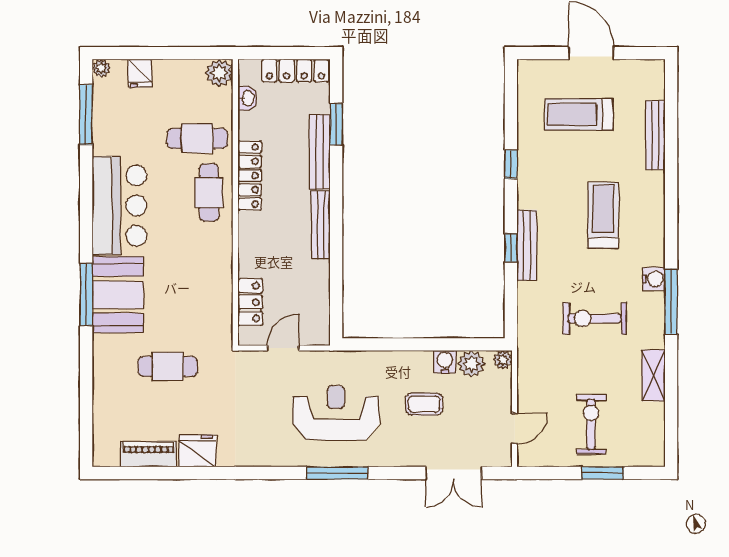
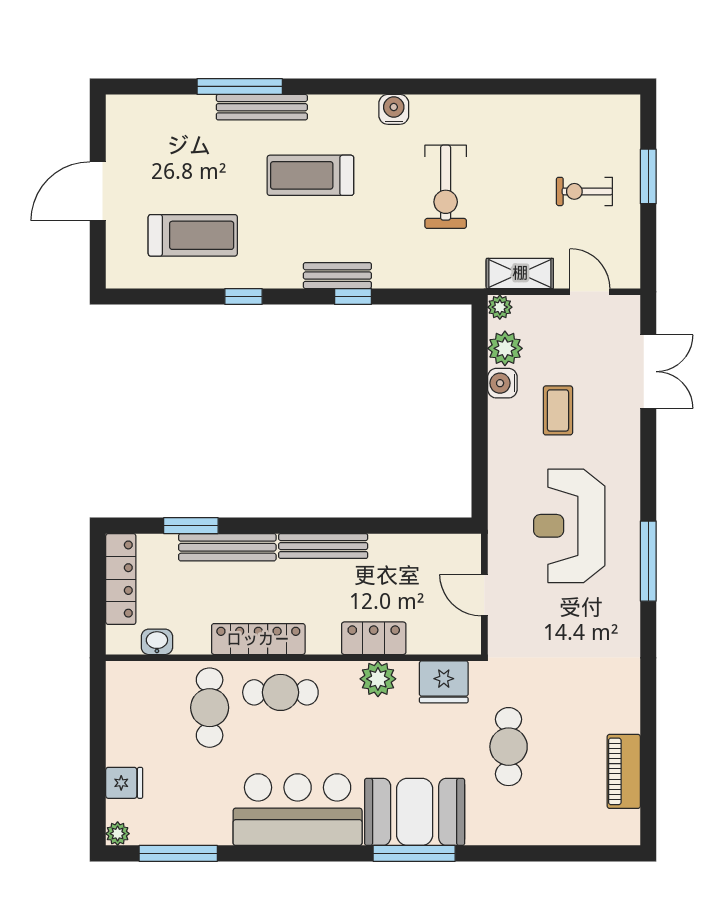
plant: (219, 73) -> (378, 679), moved
treadmill: (579, 114) -> (193, 235), moved, turned -90
bench: (655, 135) -> (262, 107), moved
bench: (527, 245) -> (337, 276), width x0.73
locker: (250, 302) -> (374, 638), moved
window: (671, 302) -> (240, 86), moved
shelving: (654, 376) -> (520, 273), moved
exercise bike: (591, 424) -> (584, 191), width x0.73, depth x0.72
fridge: (197, 451) -> (444, 682), moved, turned -90
window: (337, 473) -> (648, 561), moved

